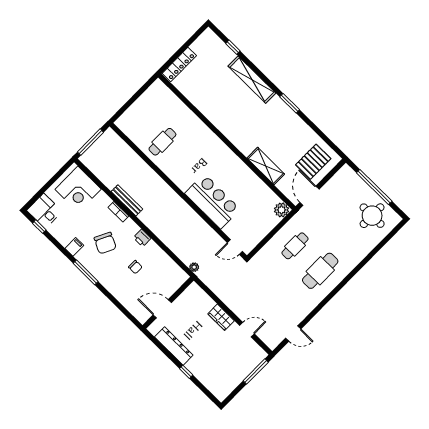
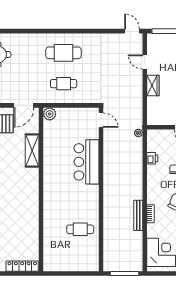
printer: (142, 238) -> (152, 158), moved
door: (293, 333) -> (132, 31), moved

